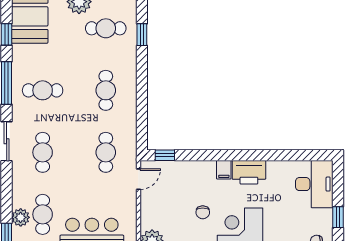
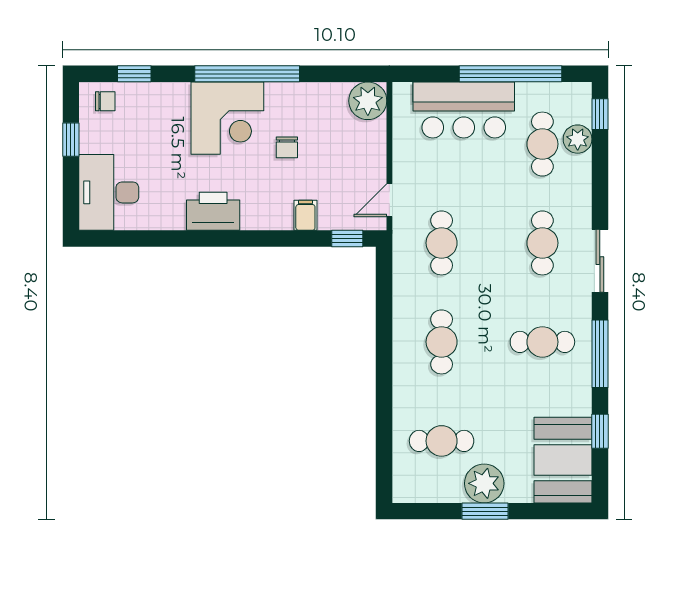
window: (142, 35) -> (384, 431), removed
filing cabinet: (224, 170) -> (305, 215), moved
chair: (203, 212) -> (287, 147), turned 180

